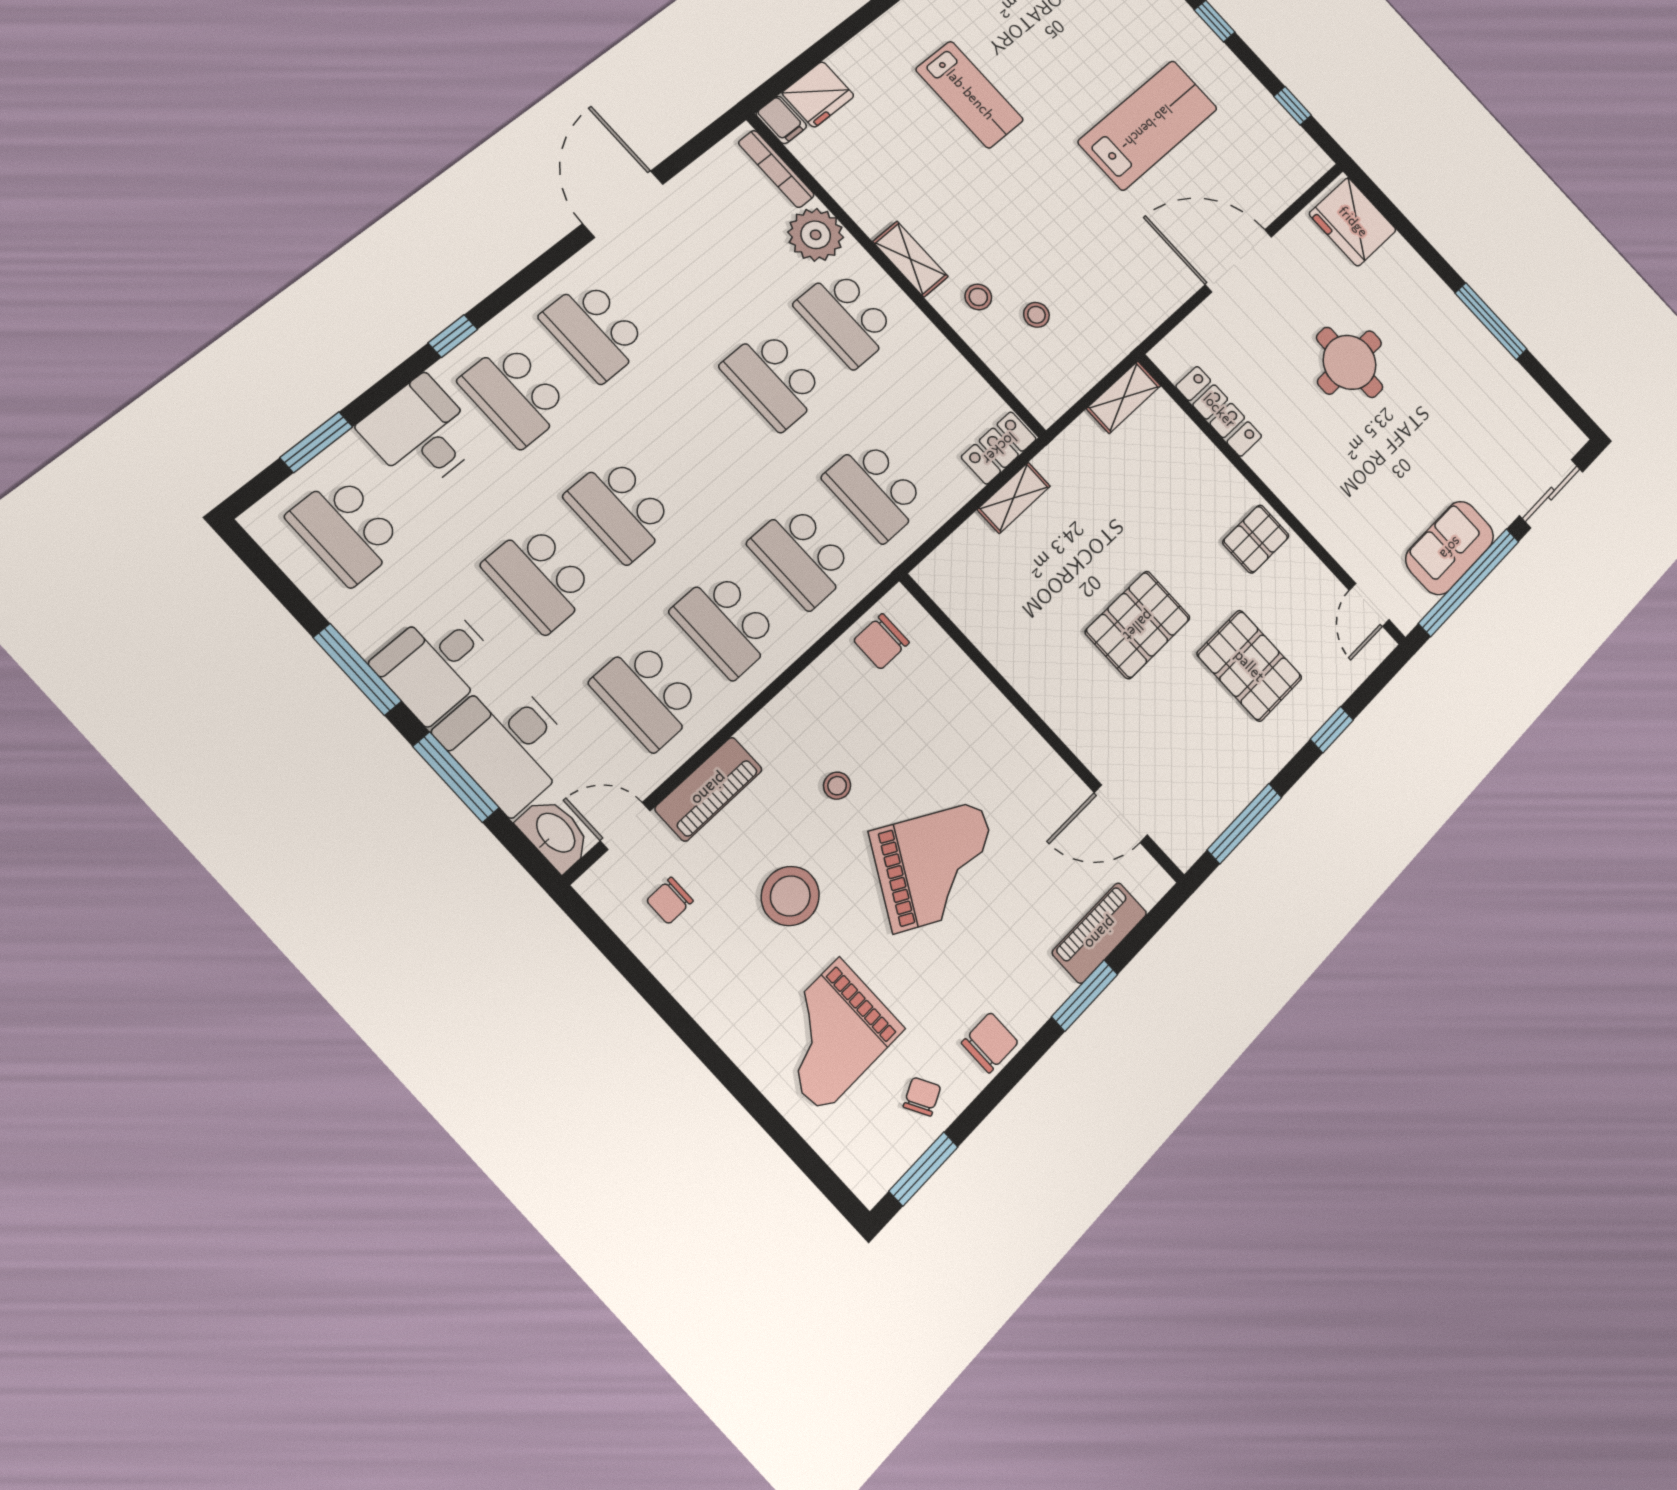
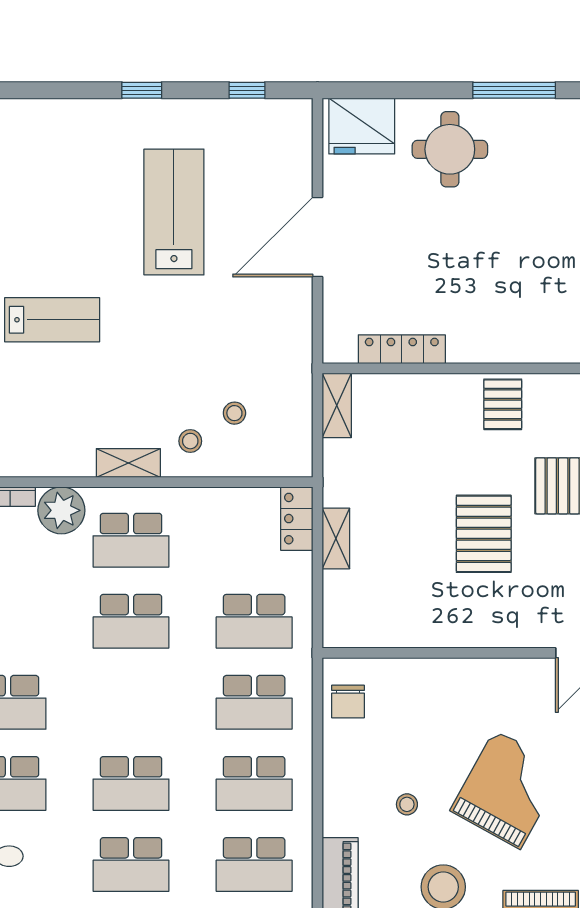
round table: (1350, 362) -> (450, 149), moved

